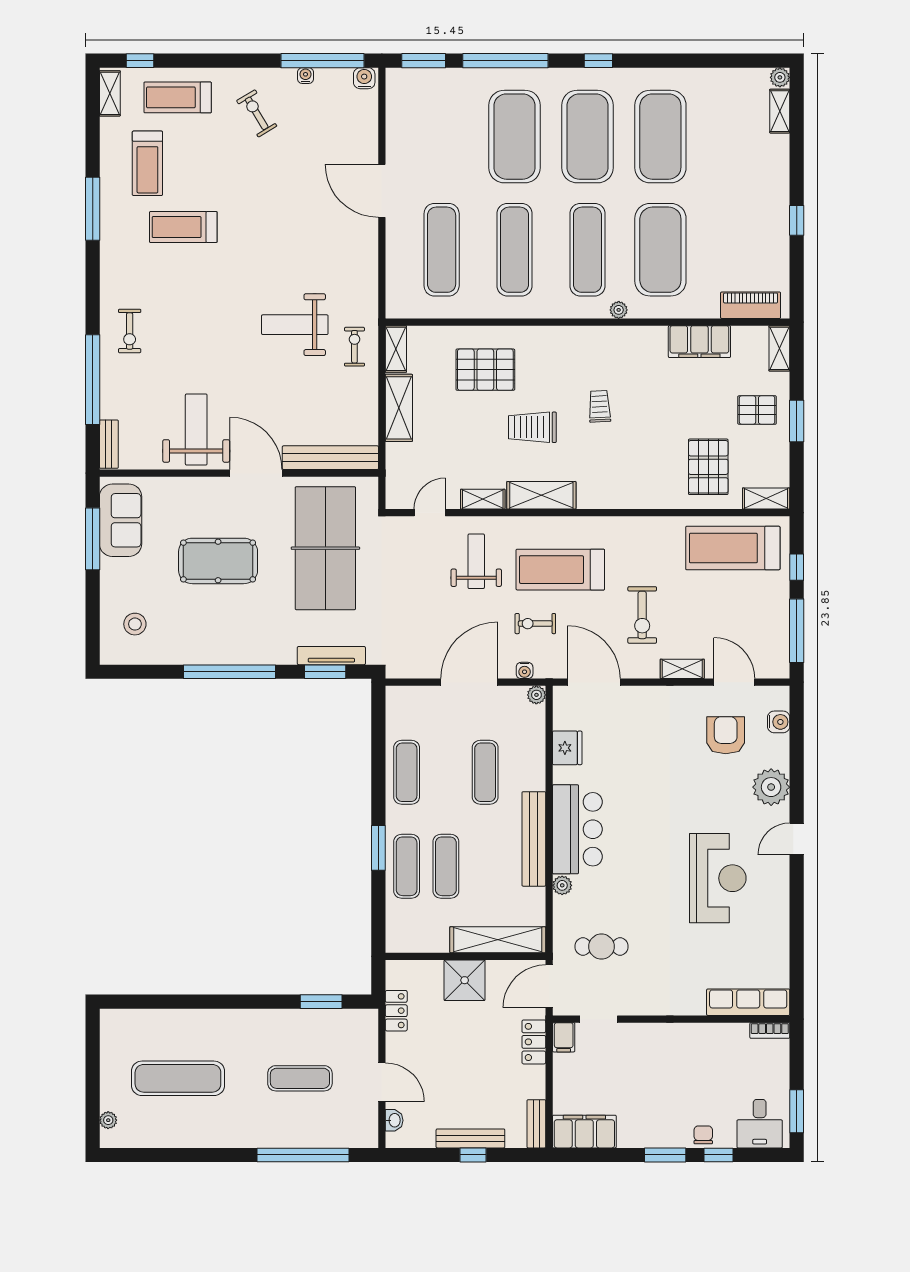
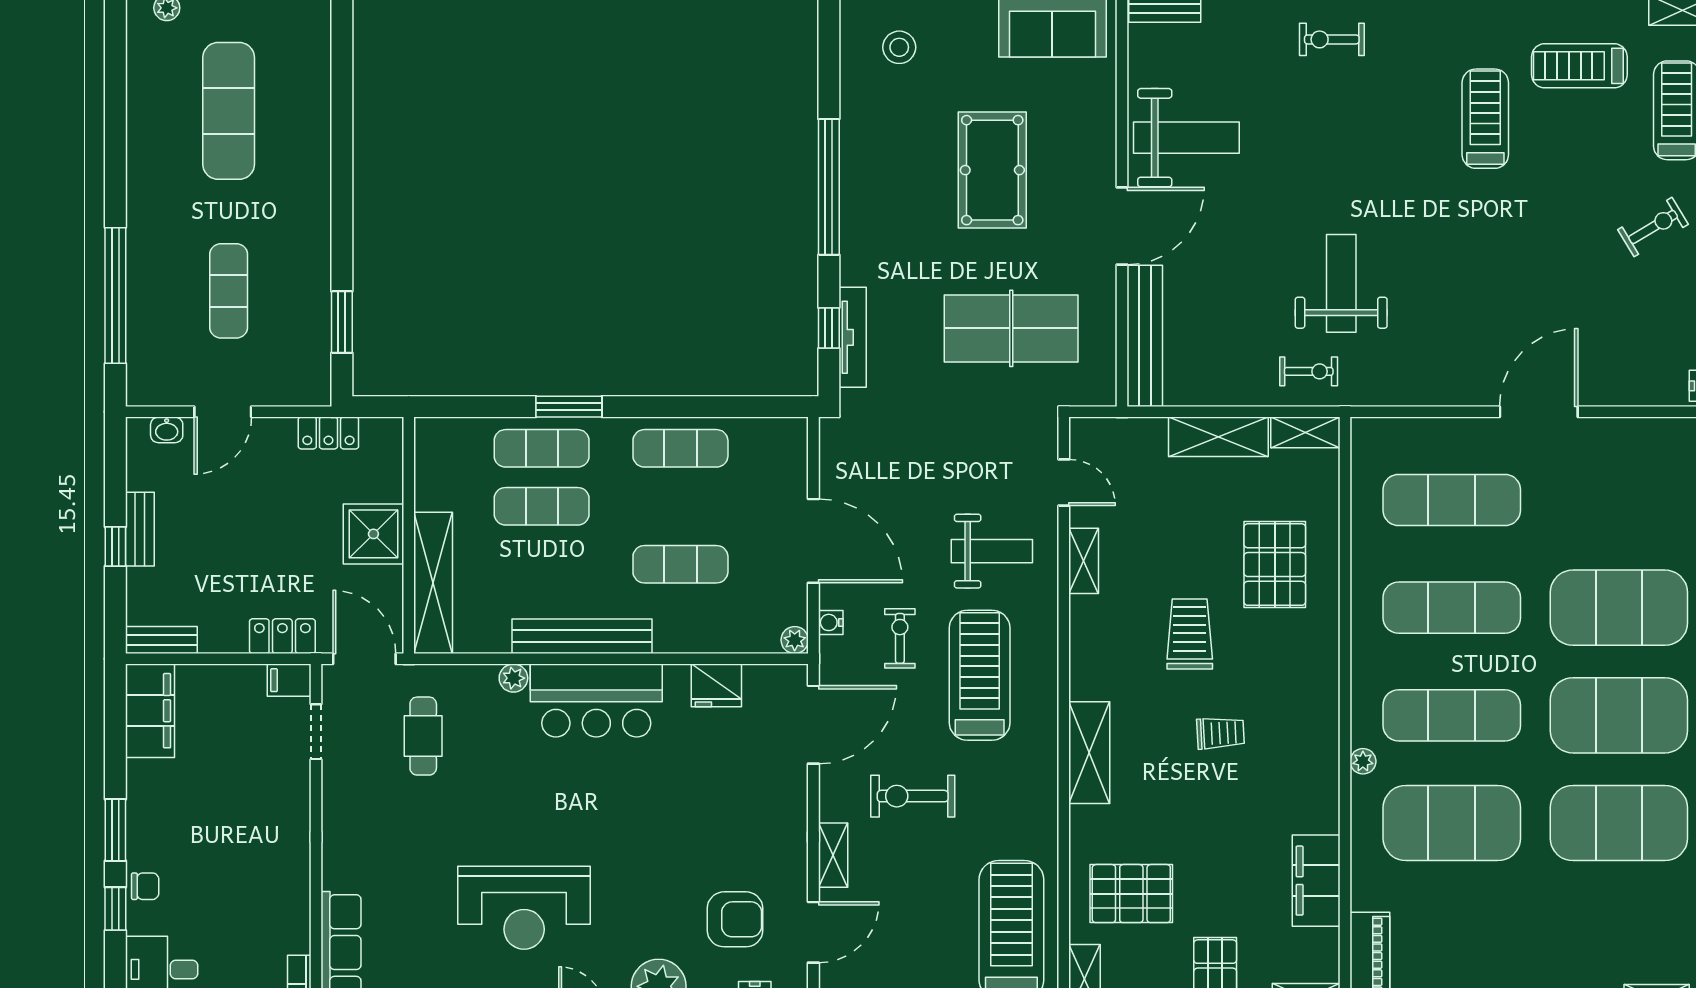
shelving: (541, 495) -> (1089, 753), moved
table tennis table: (325, 548) -> (1011, 328), width x0.73, depth x0.76
window: (325, 672) -> (829, 328), width x0.67
bench: (470, 1138) -> (140, 529), width x0.73

